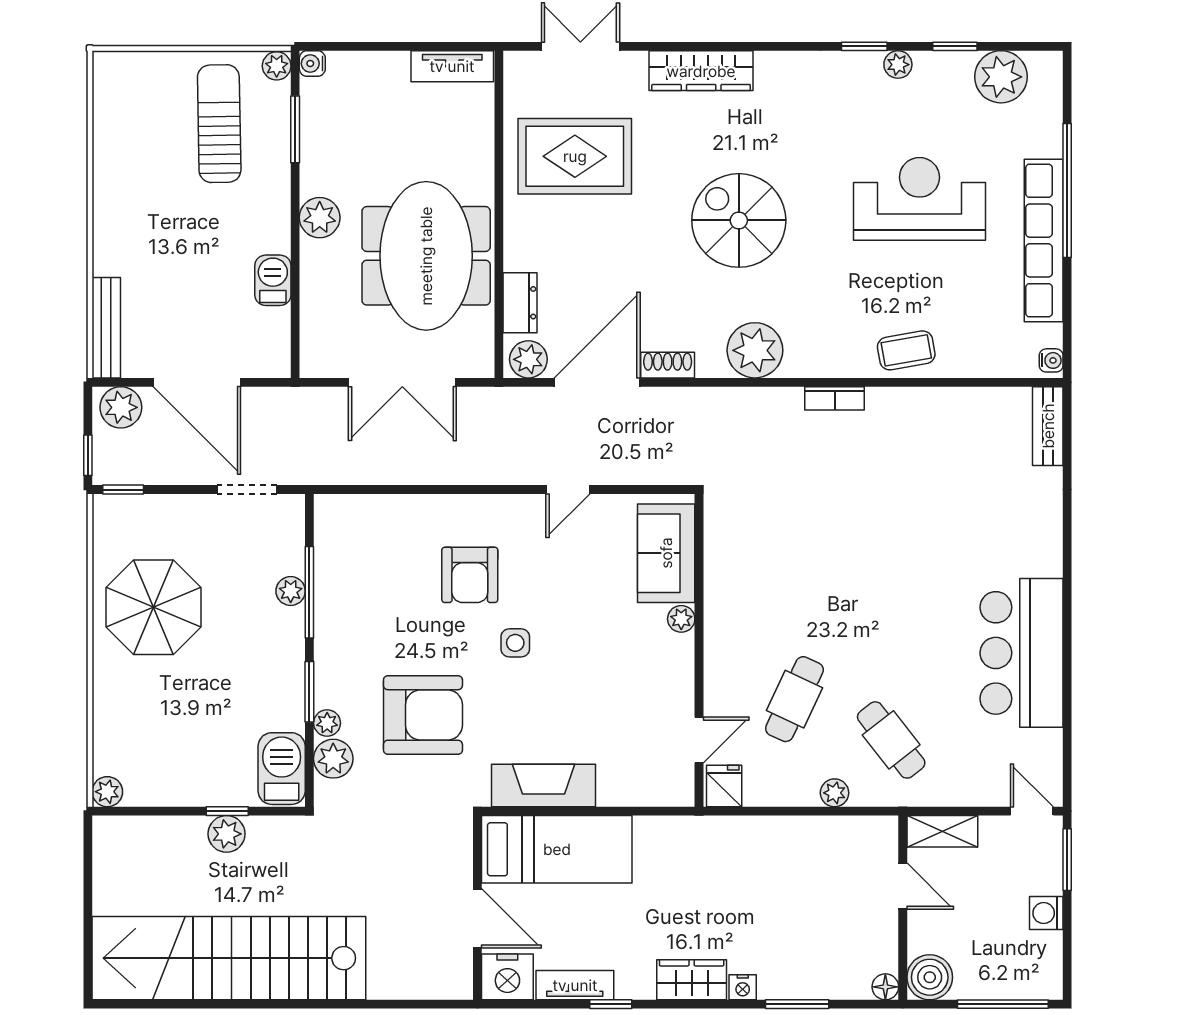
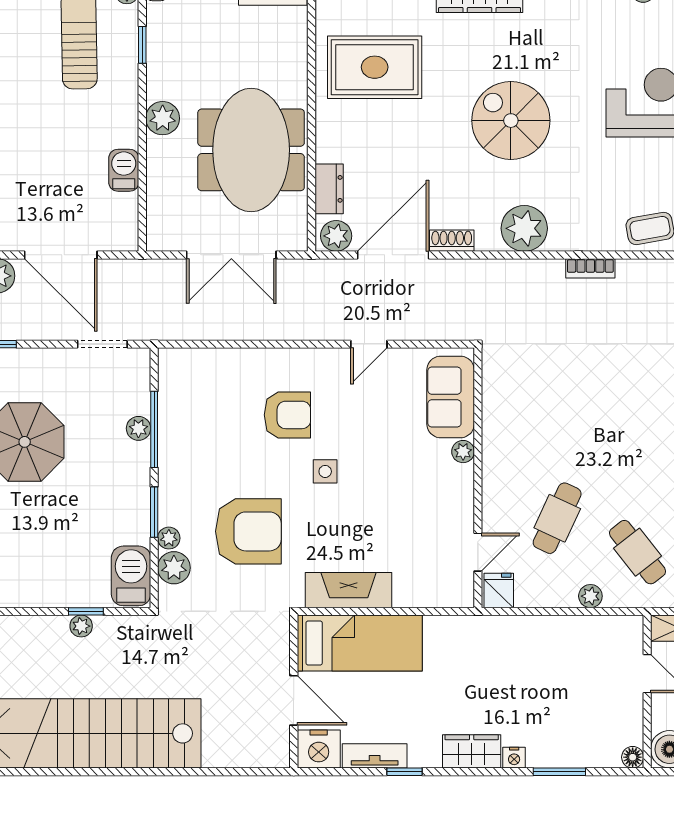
window: (295, 129) -> (142, 45), width x0.67
armchair: (470, 575) -> (287, 415), turned -90
plant: (227, 834) -> (81, 626), width x0.73, depth x0.73

